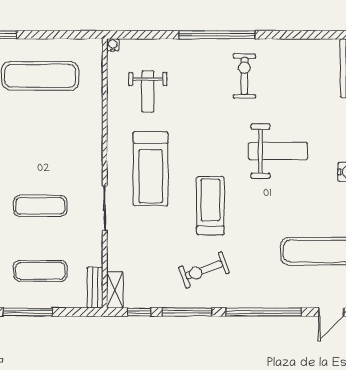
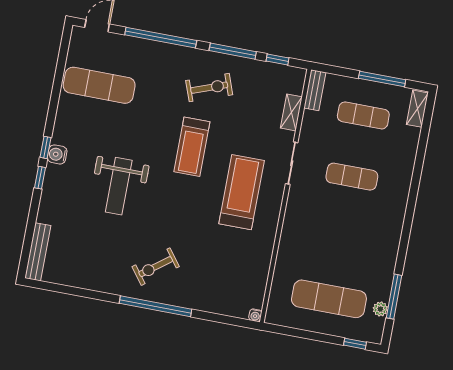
exercise bike: (244, 76) -> (156, 267), moved, turned 53
weight bench: (148, 91) -> (231, 265), removed
weight bench: (278, 151) -> (119, 186), turned -90
shelving: (115, 290) -> (291, 112), moved

